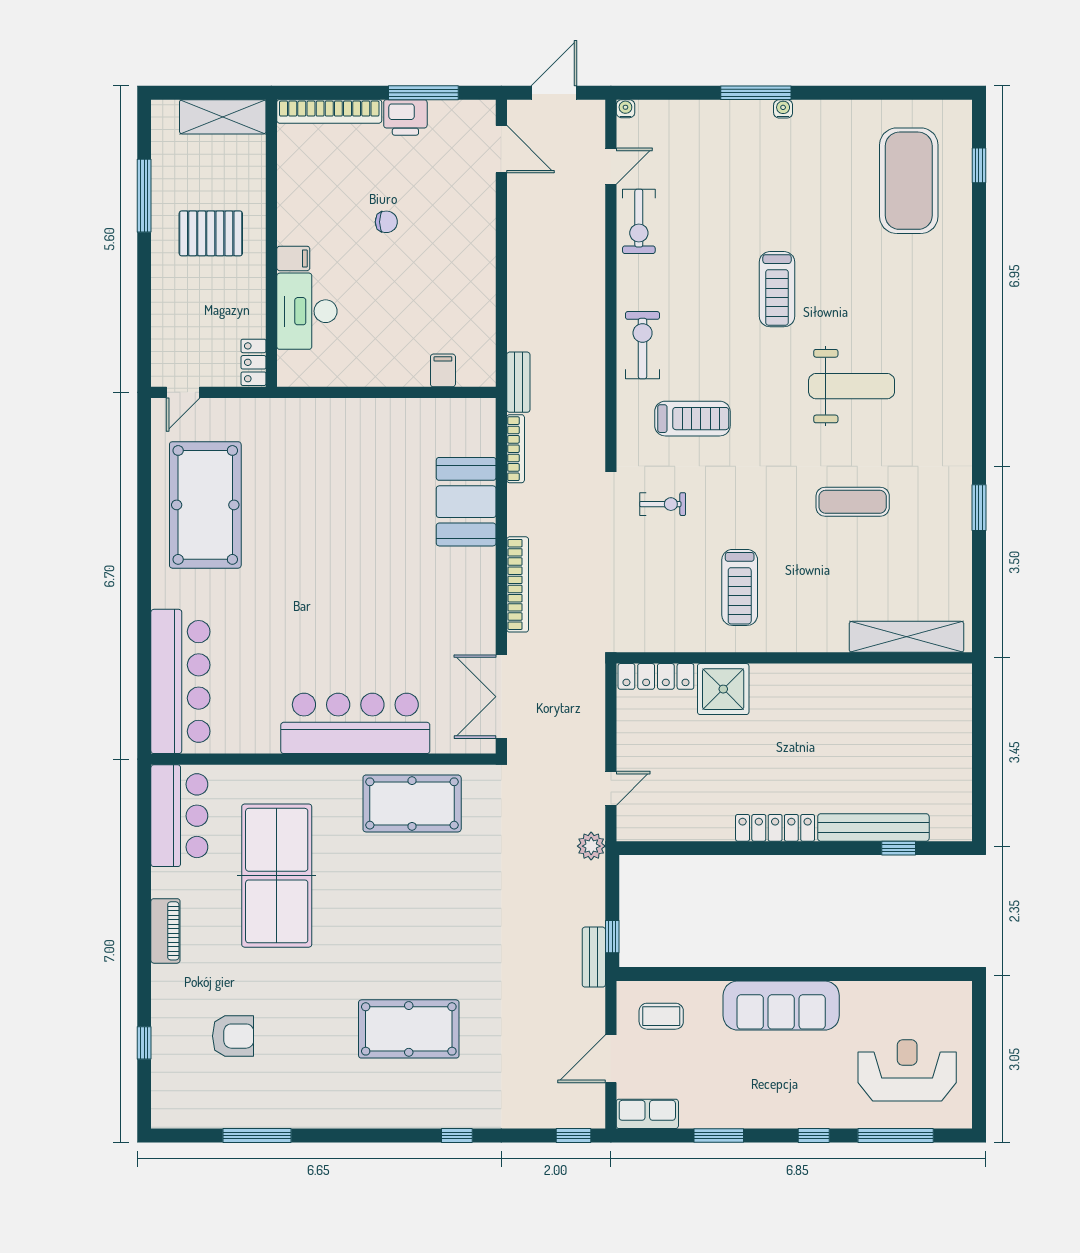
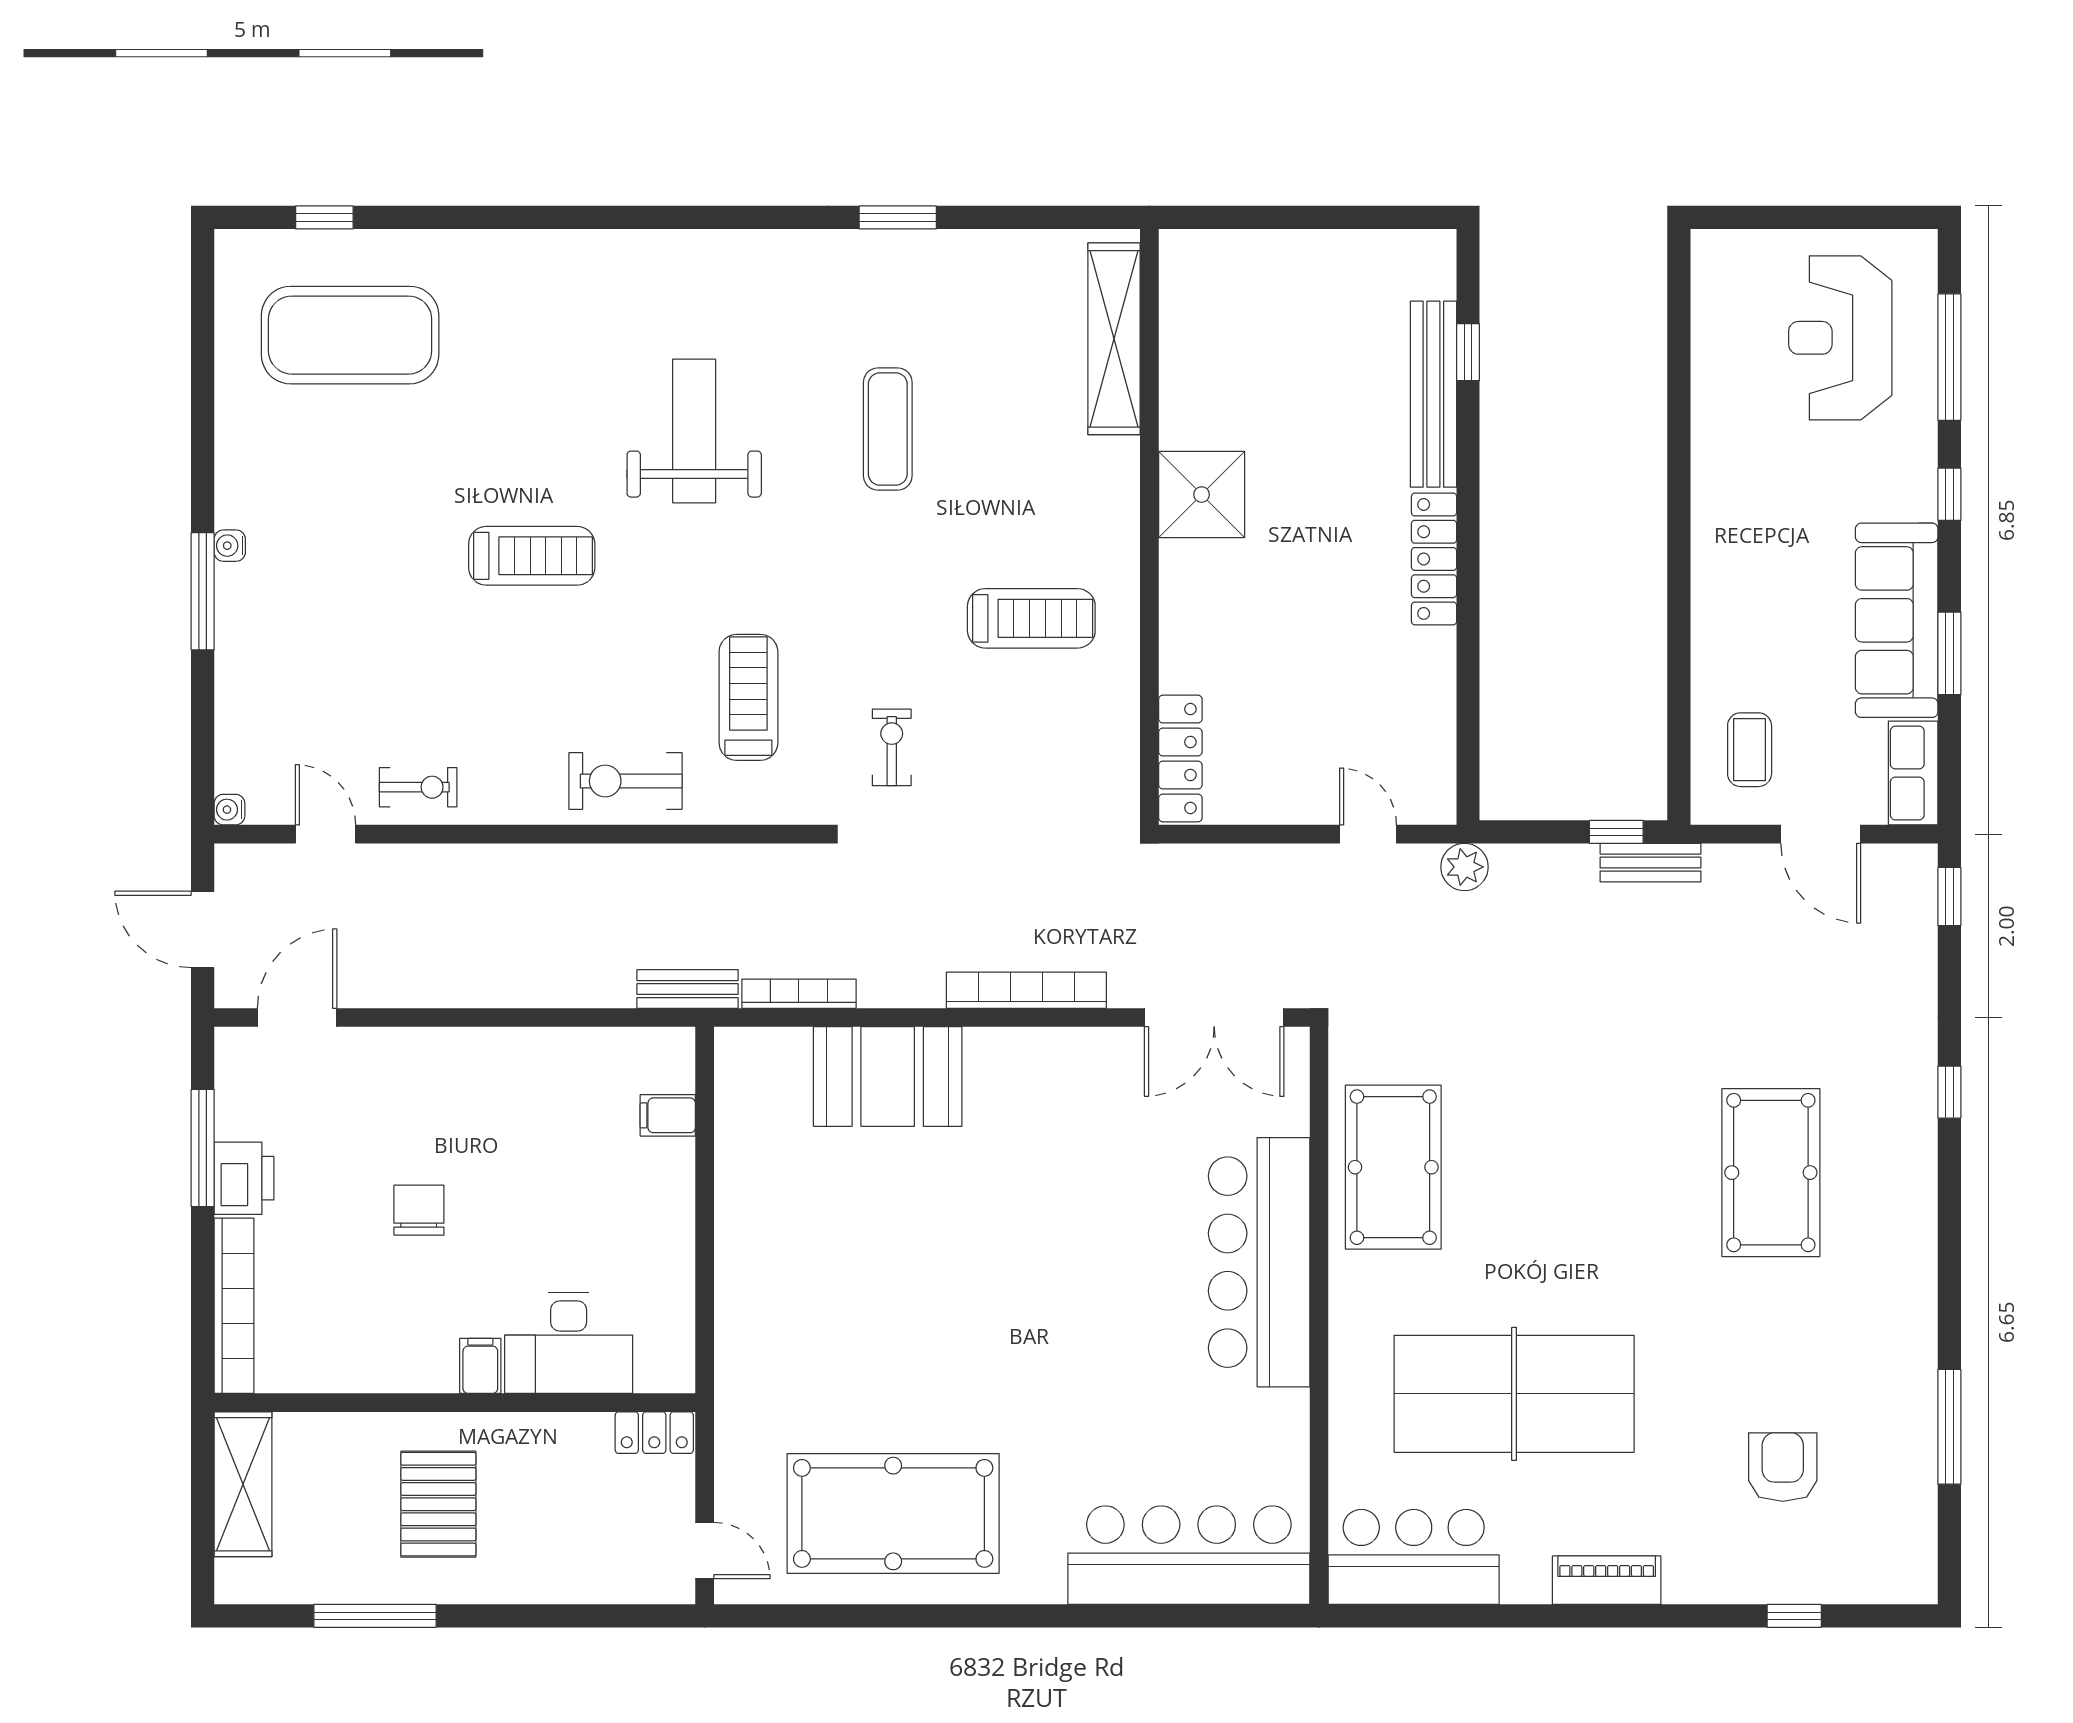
exercise bike: (639, 221) -> (418, 787), width x0.73, depth x0.72
chair: (386, 222) -> (419, 1210), width x1.37, depth x1.37
shower: (723, 689) -> (1202, 495), moved
sofa: (781, 1006) -> (1897, 620), moved, turned 180

